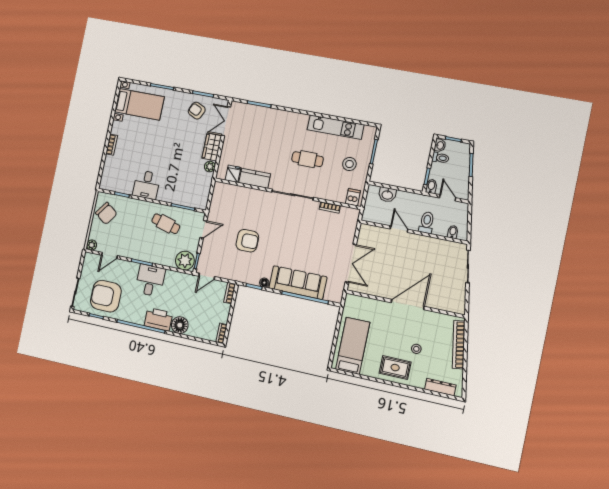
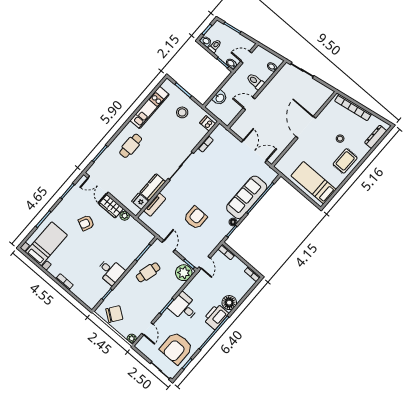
armchair: (197, 111) -> (86, 223), moved
cafe table: (308, 159) -> (131, 146), moved
tv unit: (238, 191) -> (155, 205), added

